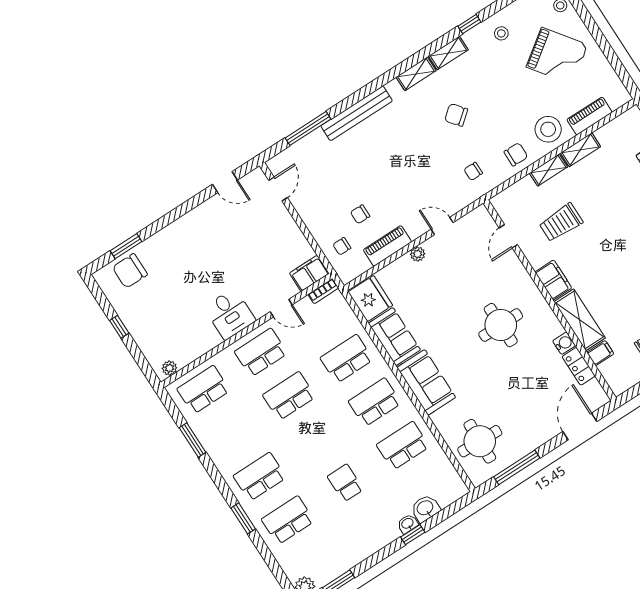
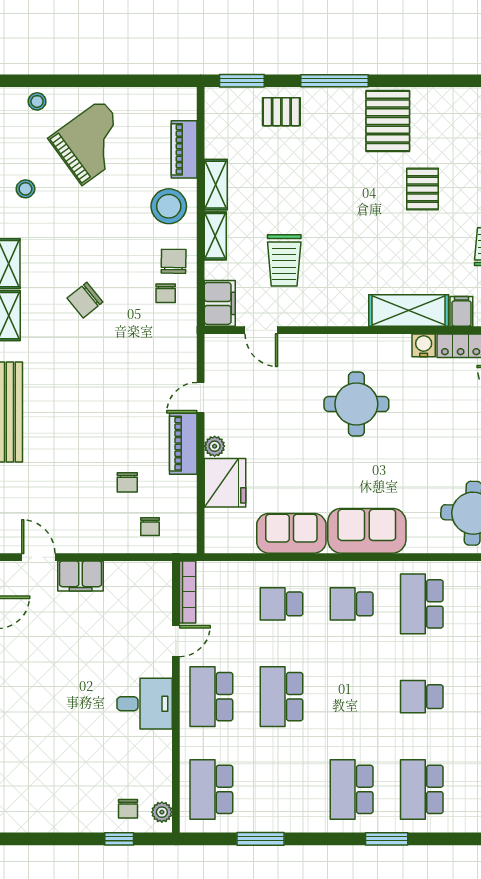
chair: (473, 171) -> (166, 293), moved
piano: (388, 246) -> (183, 444), moved
chair: (130, 271) -> (128, 809), moved, width x0.54, depth x0.54
filing cabinet: (309, 273) -> (81, 576), moved, turned -90
filing cabinet: (553, 280) -> (220, 303), moved, turned 90
bookcase: (323, 291) -> (188, 592), width x1.56
fridge: (370, 299) -> (225, 483), moved, turned 90
window: (119, 327) -> (119, 839), moved
school desk: (347, 359) -> (281, 604), width x0.54
school desk: (375, 402) -> (352, 604), width x0.54

